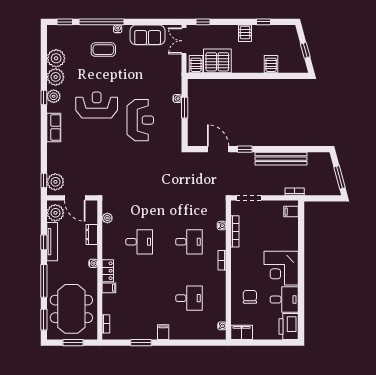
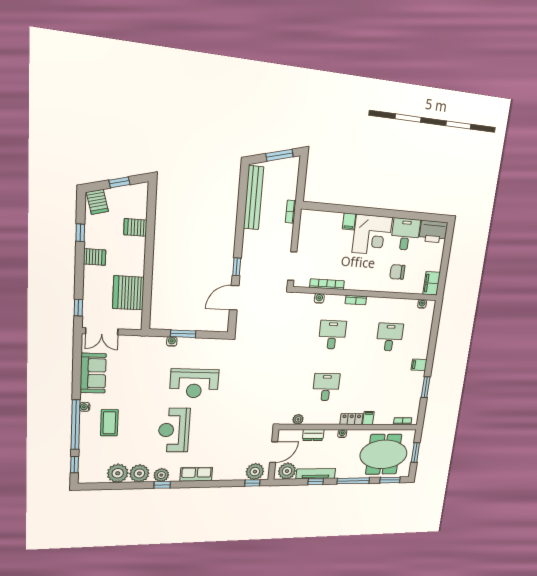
server rack: (196, 64) -> (97, 202), moved, turned -105
reception desk: (140, 120) -> (194, 383), turned 180
bench: (281, 159) -> (253, 198), moved
filing cabinet: (291, 212) -> (349, 221), moved

